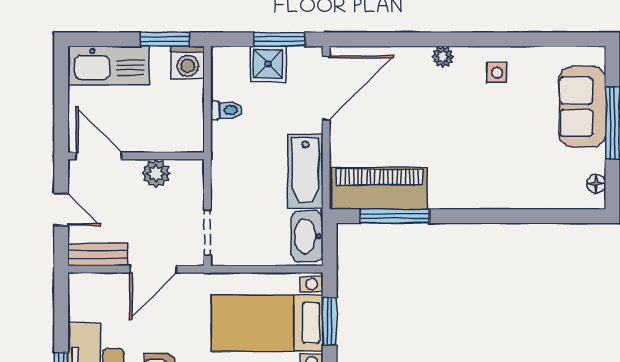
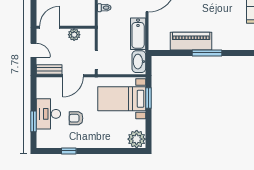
door: (99, 156) -> (50, 27), hinge flipped
piano: (380, 188) -> (191, 41), moved
window: (395, 216) -> (207, 53), moved

